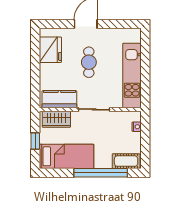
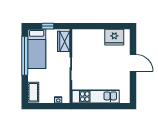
cafe table: (89, 62) -> (105, 65), removed
kitchen counter: (59, 99) -> (78, 44), removed
window: (101, 173) -> (25, 56), moved

